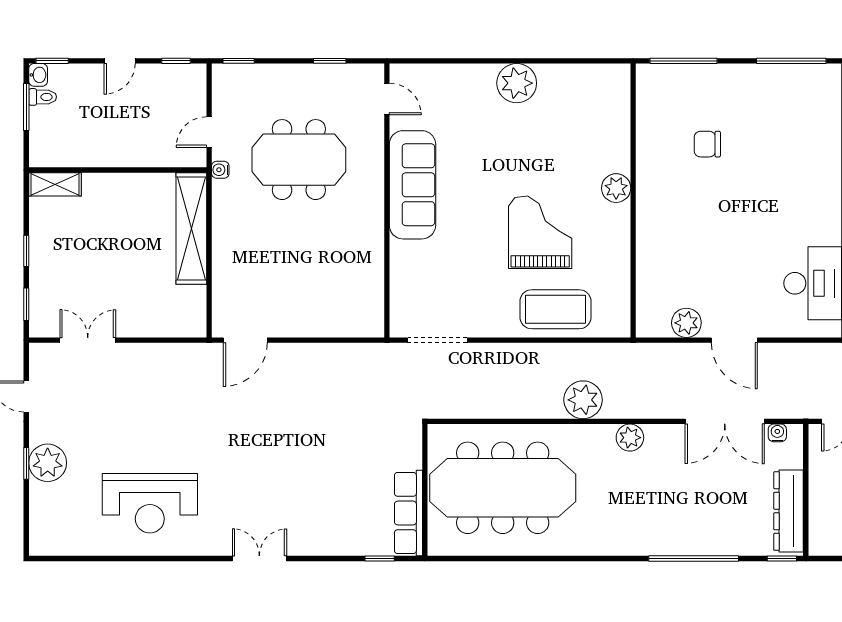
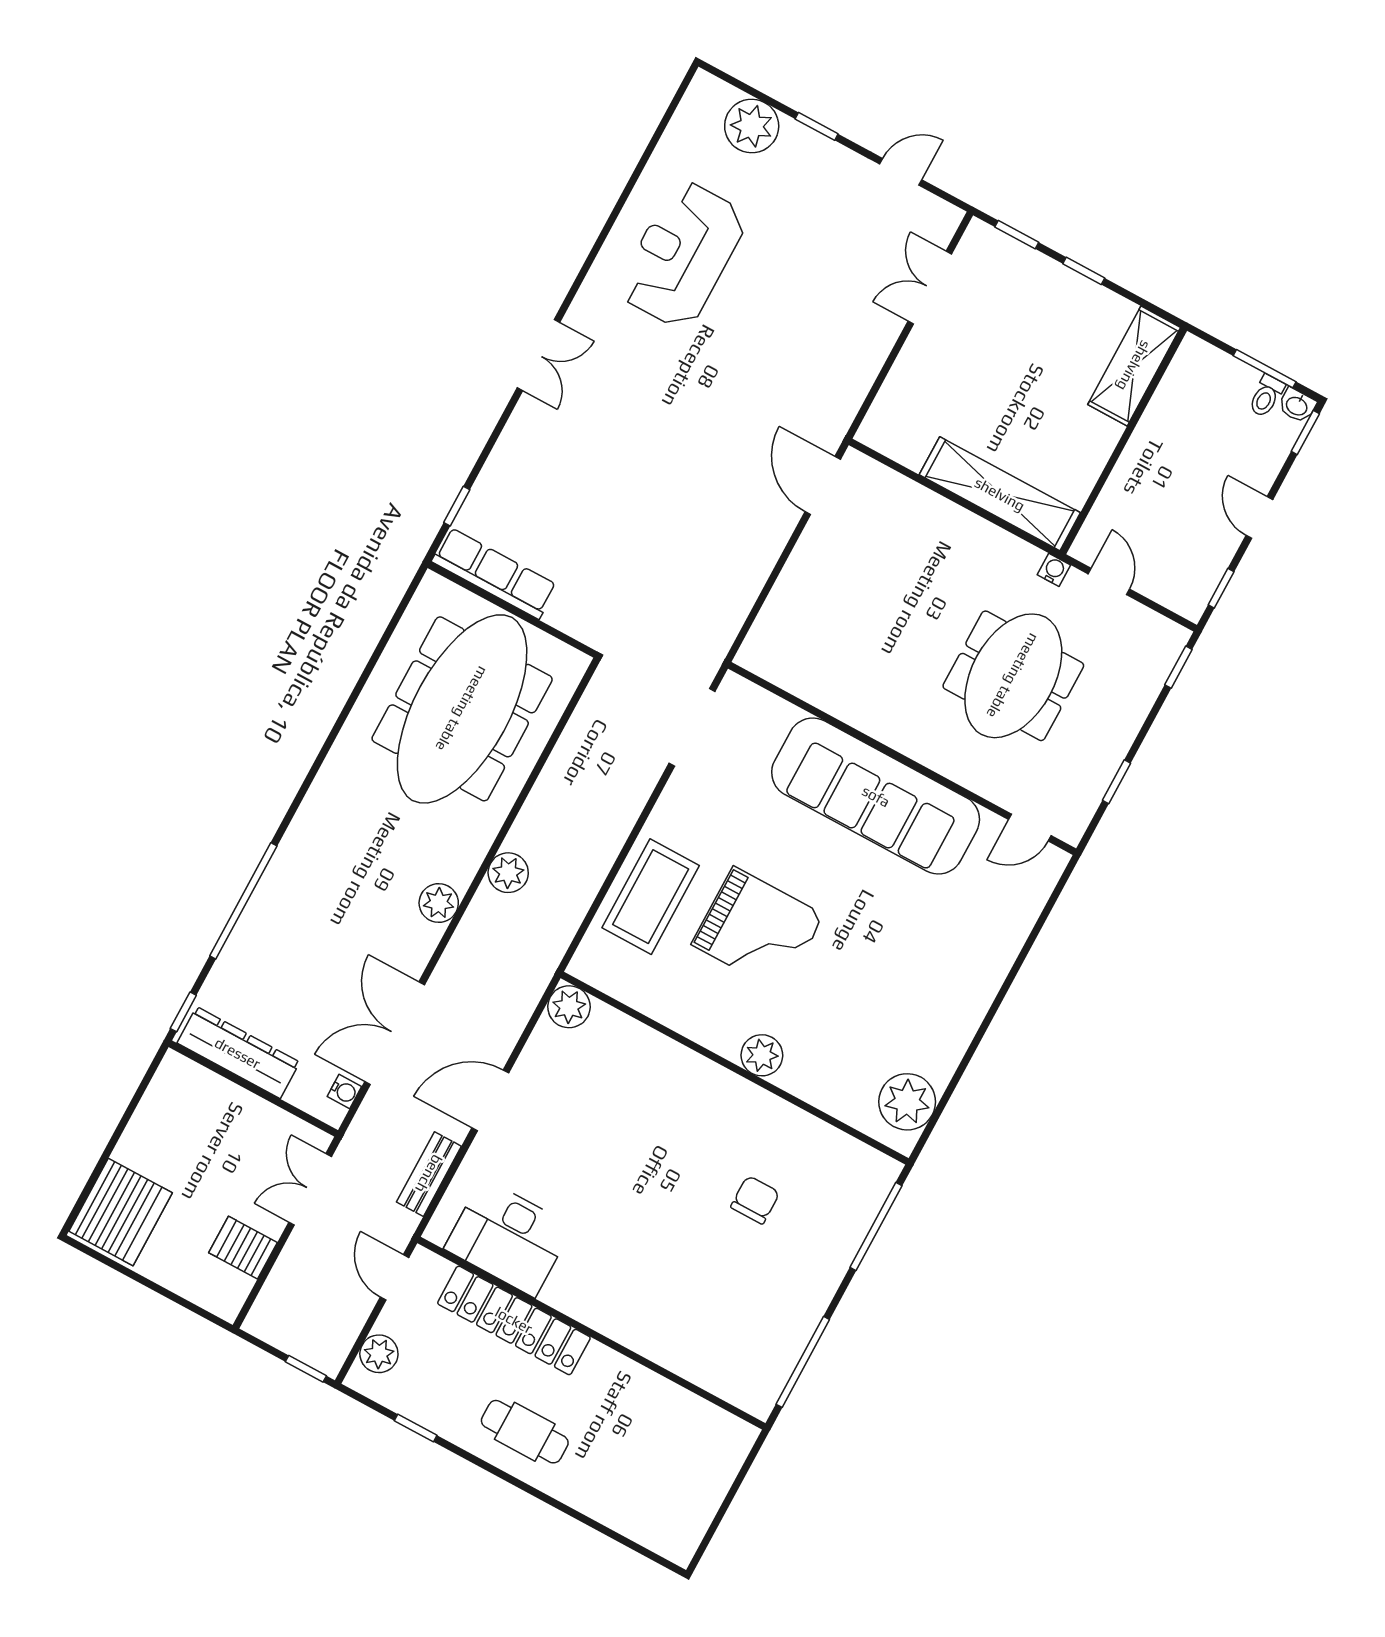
plant: (517, 83) -> (907, 1102), moved
shelving: (55, 184) -> (1134, 366), width x1.50, depth x1.33
sofa: (412, 185) -> (876, 796), width x1.36, depth x1.27
plant: (686, 323) -> (569, 1007), moved
double door: (88, 340) -> (930, 288), swing flipped
bench: (800, 353) -> (429, 1174), added
plant: (583, 400) -> (508, 873), width x0.73, depth x0.73
plant: (48, 463) -> (752, 126), moved

